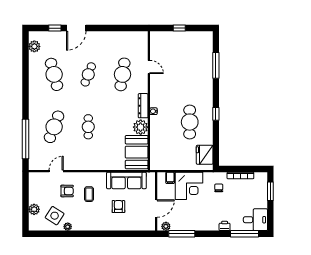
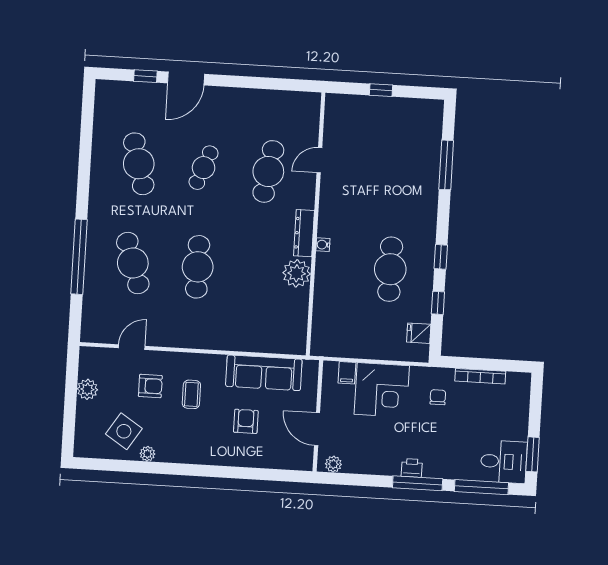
plant: (34, 46) -> (105, 109), removed
door: (149, 67) -> (319, 160), swing flipped
cafe table: (54, 127) -> (133, 263), turned -39
cafe table: (88, 127) -> (198, 267), width x1.37, depth x1.35
window: (216, 138) -> (438, 303), added
window: (26, 139) -> (79, 257), moved
booth: (137, 152) -> (286, 320), removed
fridge: (205, 155) -> (419, 333), width x0.53, depth x0.75
window: (270, 191) -> (533, 454), moved
plant: (34, 209) -> (87, 389), moved
door: (156, 209) -> (317, 429), swing flipped
printer: (225, 226) -> (412, 468), moved
window: (182, 234) -> (418, 483), moved

